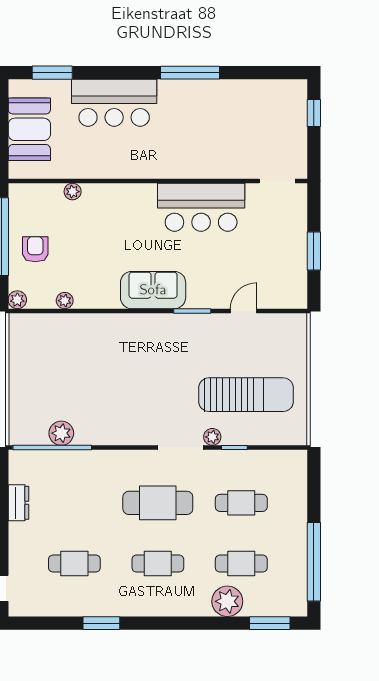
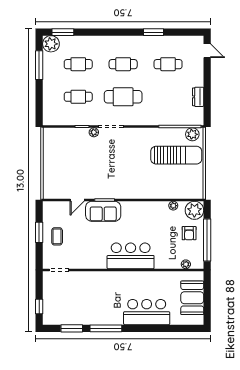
window: (52, 73) -> (72, 328), moved
plant: (73, 192) -> (186, 264), moved
bar counter: (201, 207) -> (131, 256), moved
coffee table: (281, 243) -> (57, 236), added
sofa: (153, 290) -> (103, 211), moved
plant: (17, 300) -> (194, 210), width x1.87, depth x1.87
sun lounger: (246, 395) -> (176, 155), moved, turned 180
plant: (61, 433) -> (192, 134), moved
window: (314, 562) -> (39, 65), width x0.68
plant: (227, 601) -> (51, 44), moved

